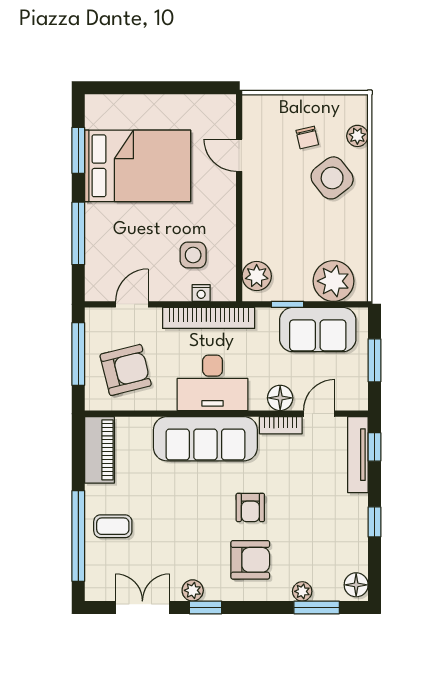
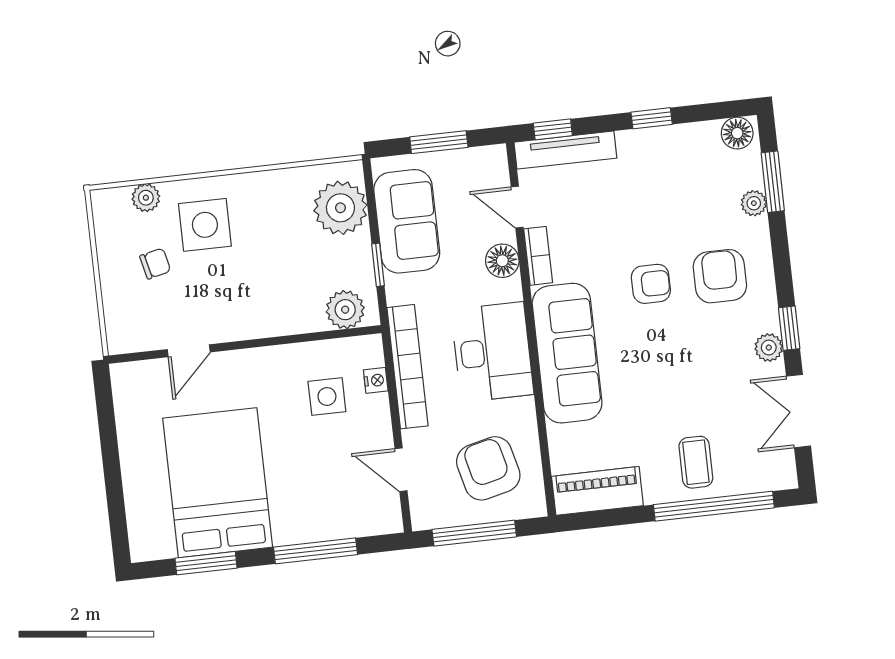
side table: (332, 178) -> (205, 225), turned 38

